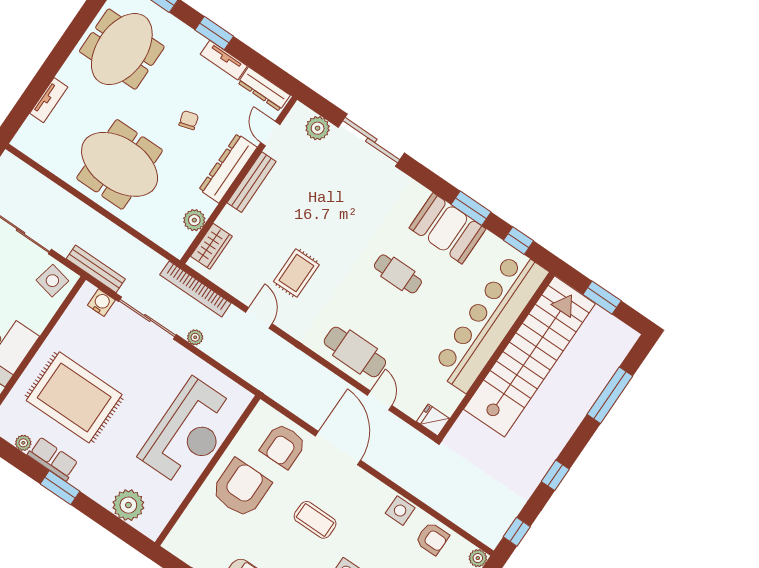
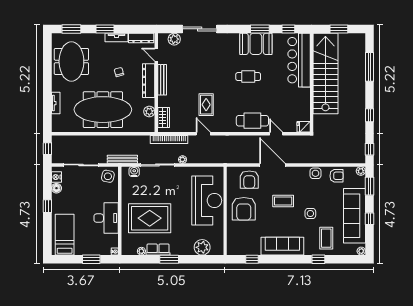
meeting table: (120, 164) -> (103, 110), width x1.36
bar counter: (490, 321) -> (299, 60), width x0.73
armchair: (241, 488) -> (244, 209), turned 180

